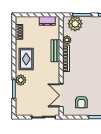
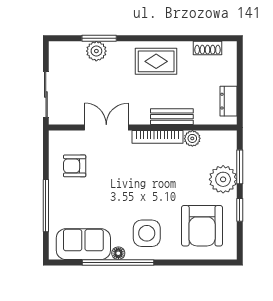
plant: (75, 24) -> (223, 179), moved
plant: (21, 80) -> (96, 51), moved
double door: (61, 95) -> (106, 128), moved

